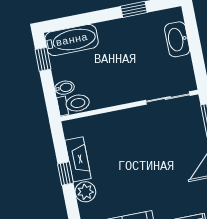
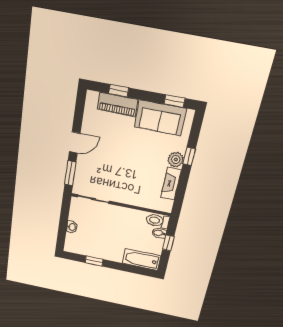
washbasin: (177, 39) -> (72, 227), width x0.52, depth x0.69
window: (43, 59) -> (168, 243), moved
window: (65, 174) -> (189, 156), moved

